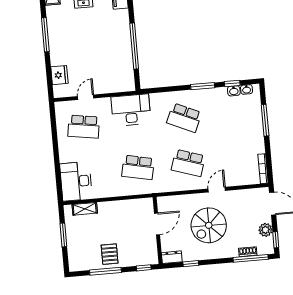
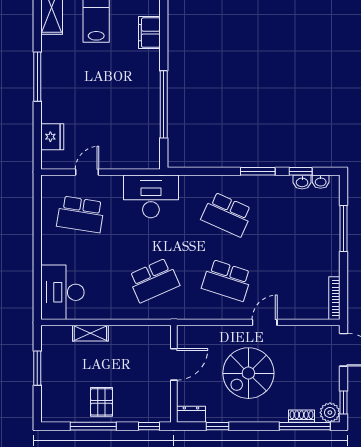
school desk: (138, 167) -> (154, 280), turned -36
shelving: (85, 209) -> (90, 333), moved
plant: (265, 230) -> (330, 413), moved

